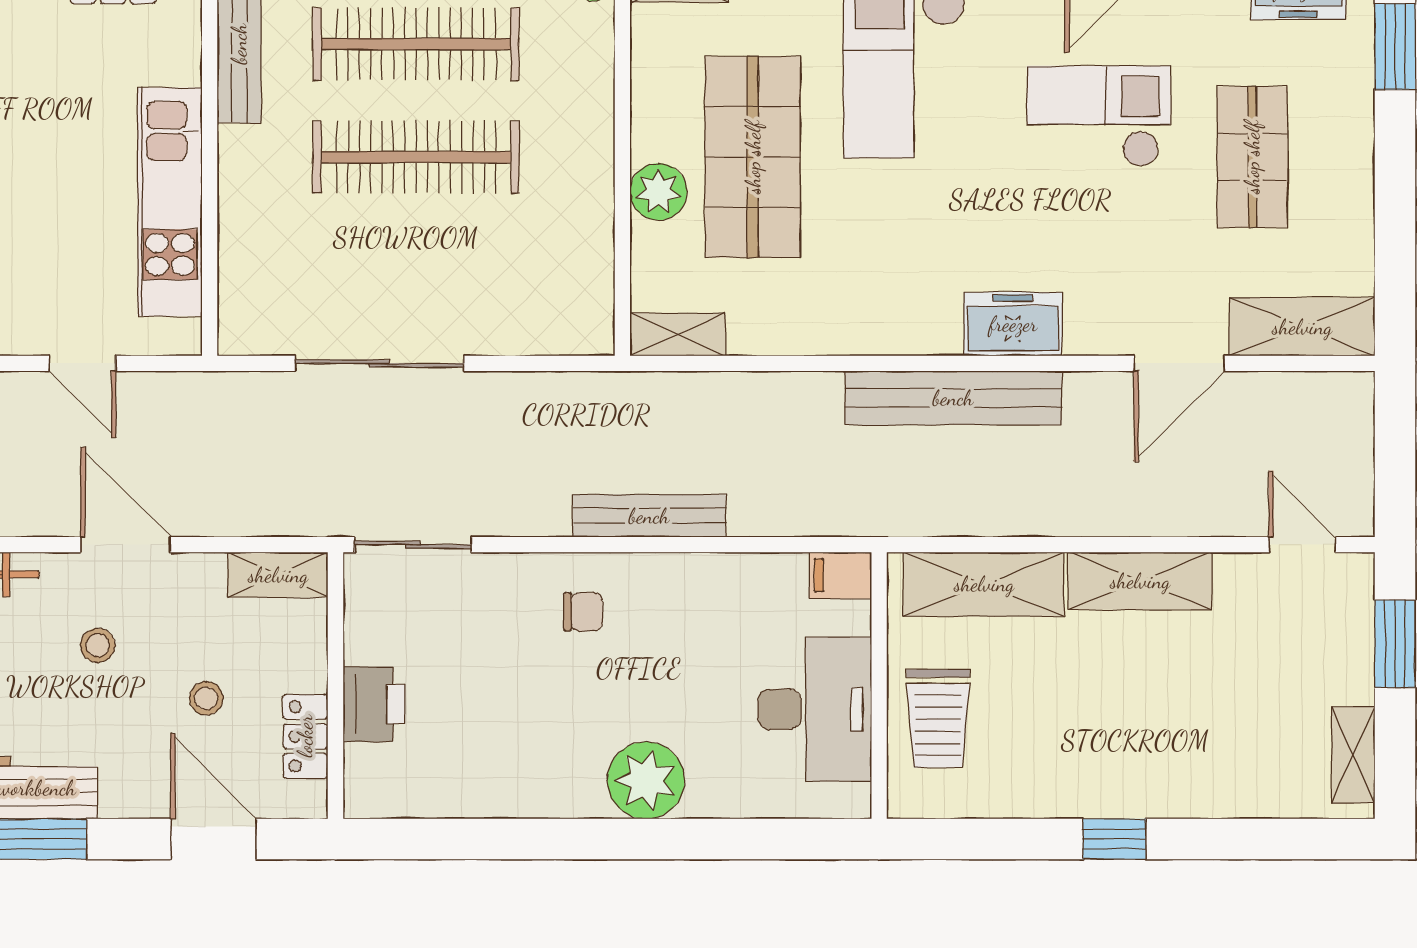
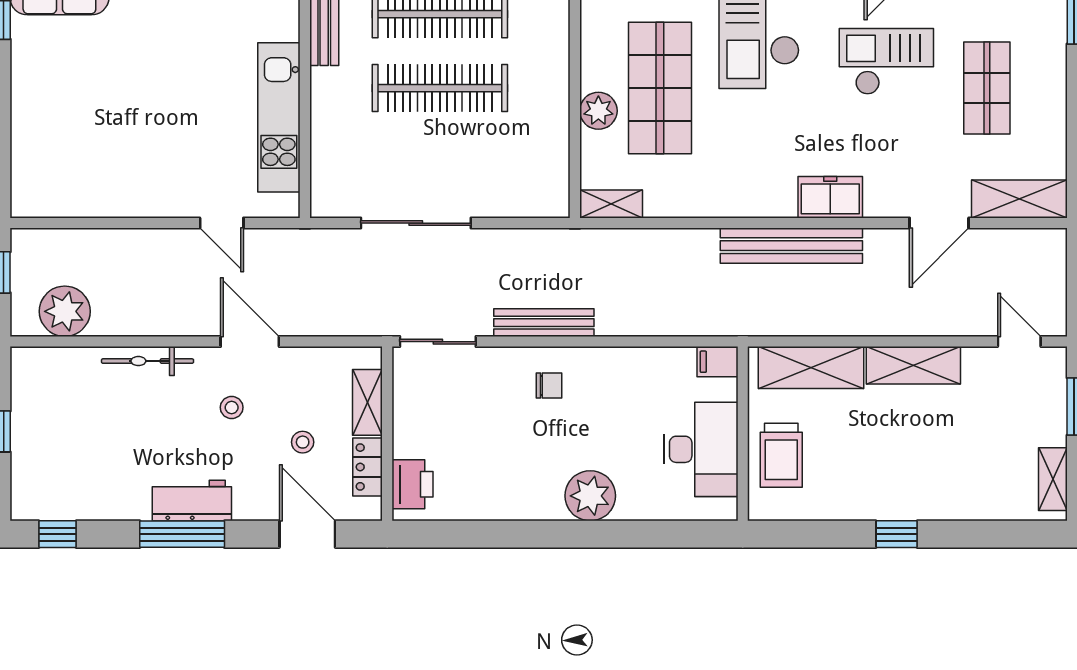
bench: (649, 516) -> (544, 323), moved
shelving: (278, 575) -> (367, 402), moved, turned 90
printer: (374, 704) -> (412, 484), moved

